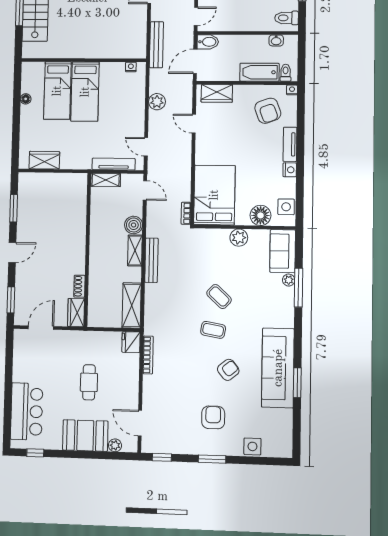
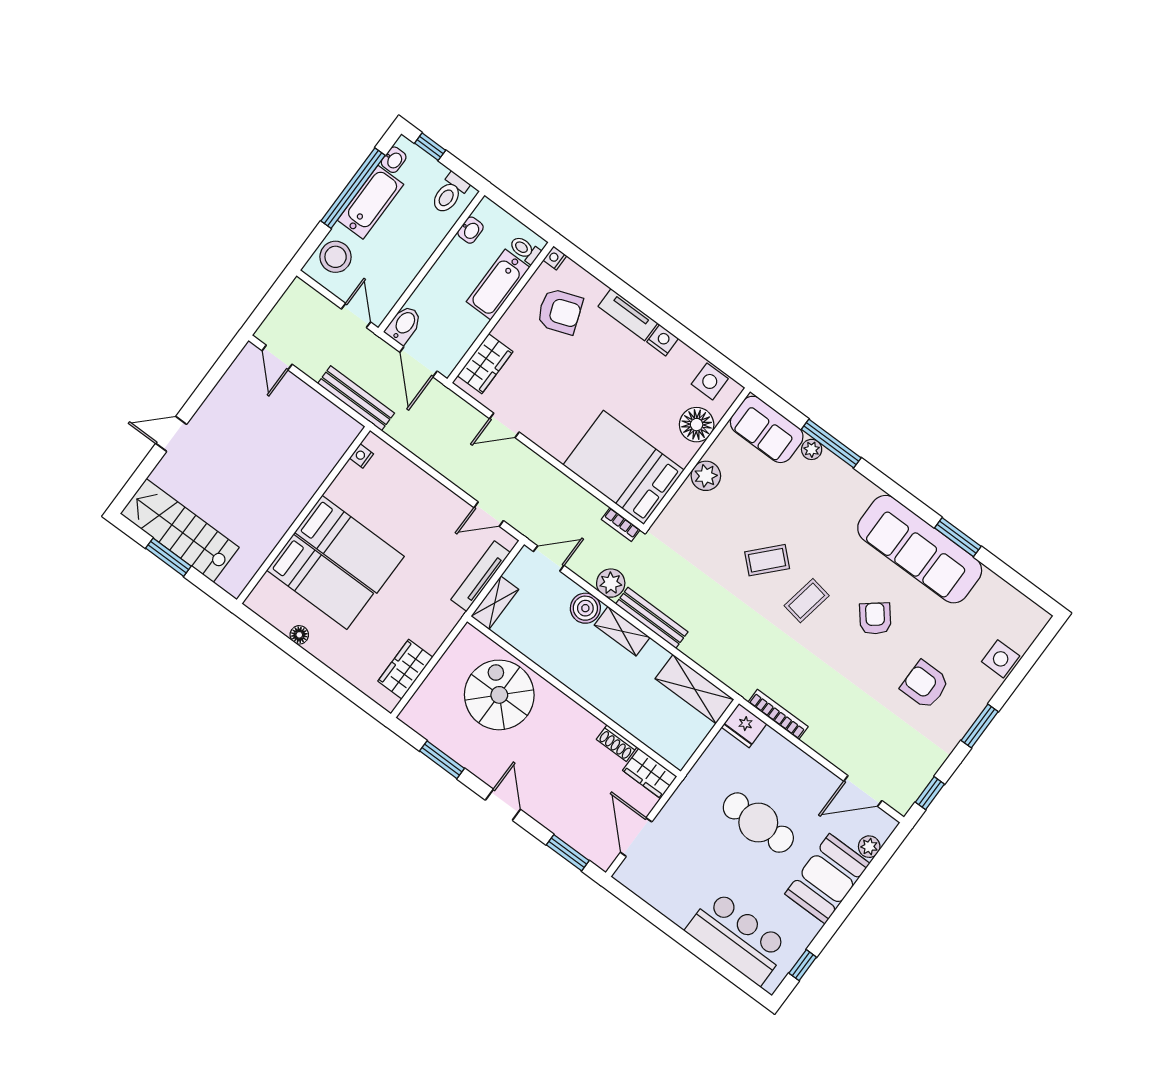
plant: (157, 102) -> (611, 583), moved
spiral stairs: (63, 213) -> (499, 695), added
cafe table: (89, 382) -> (758, 823), width x1.37, depth x1.35

